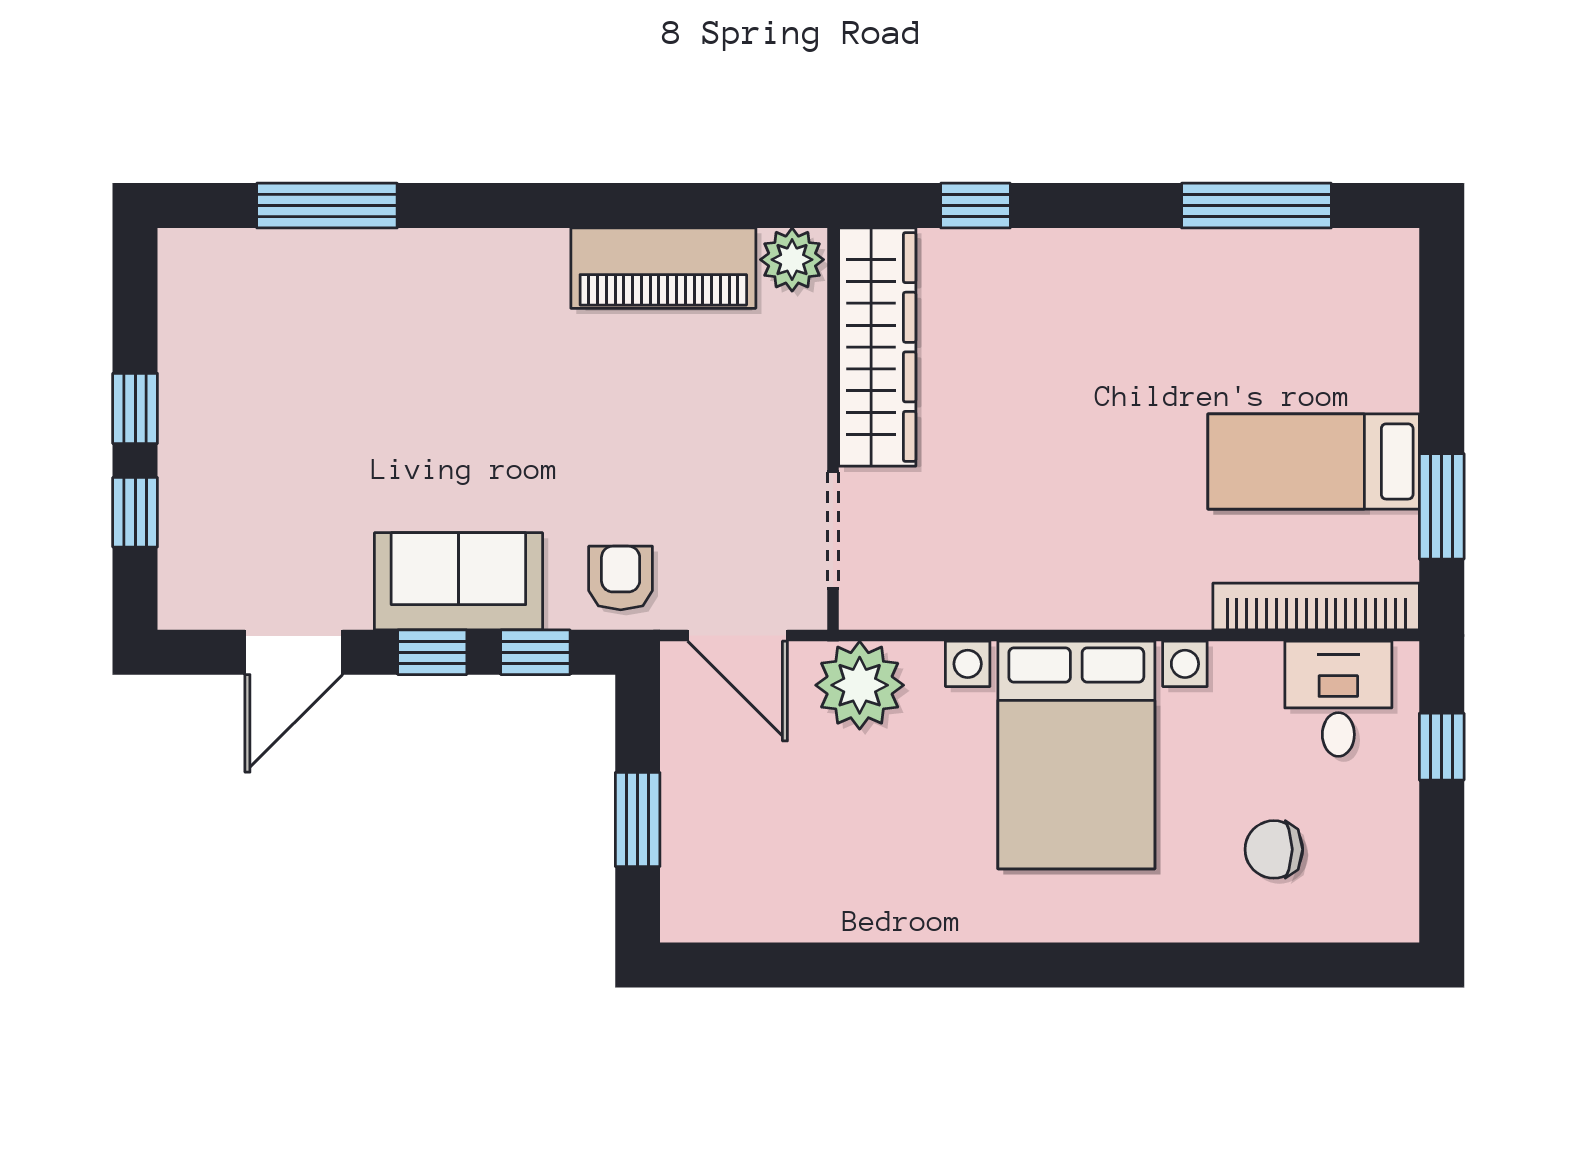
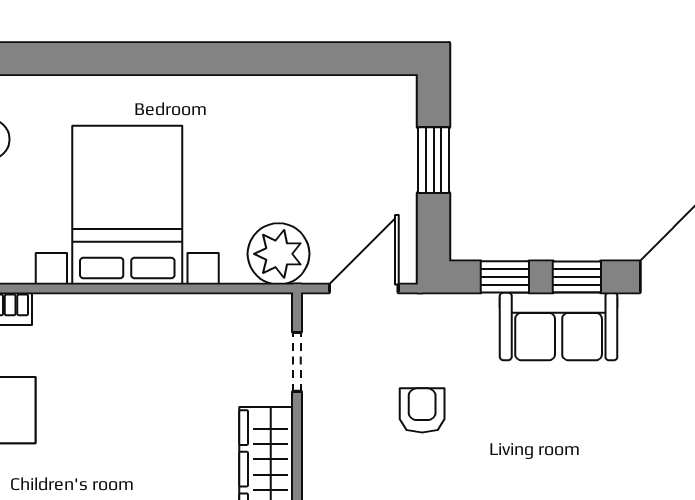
doorway: (833, 530) -> (297, 362), width x0.73
armchair: (621, 578) -> (422, 410), moved, turned 180
door: (738, 636) -> (364, 289), hinge flipped

